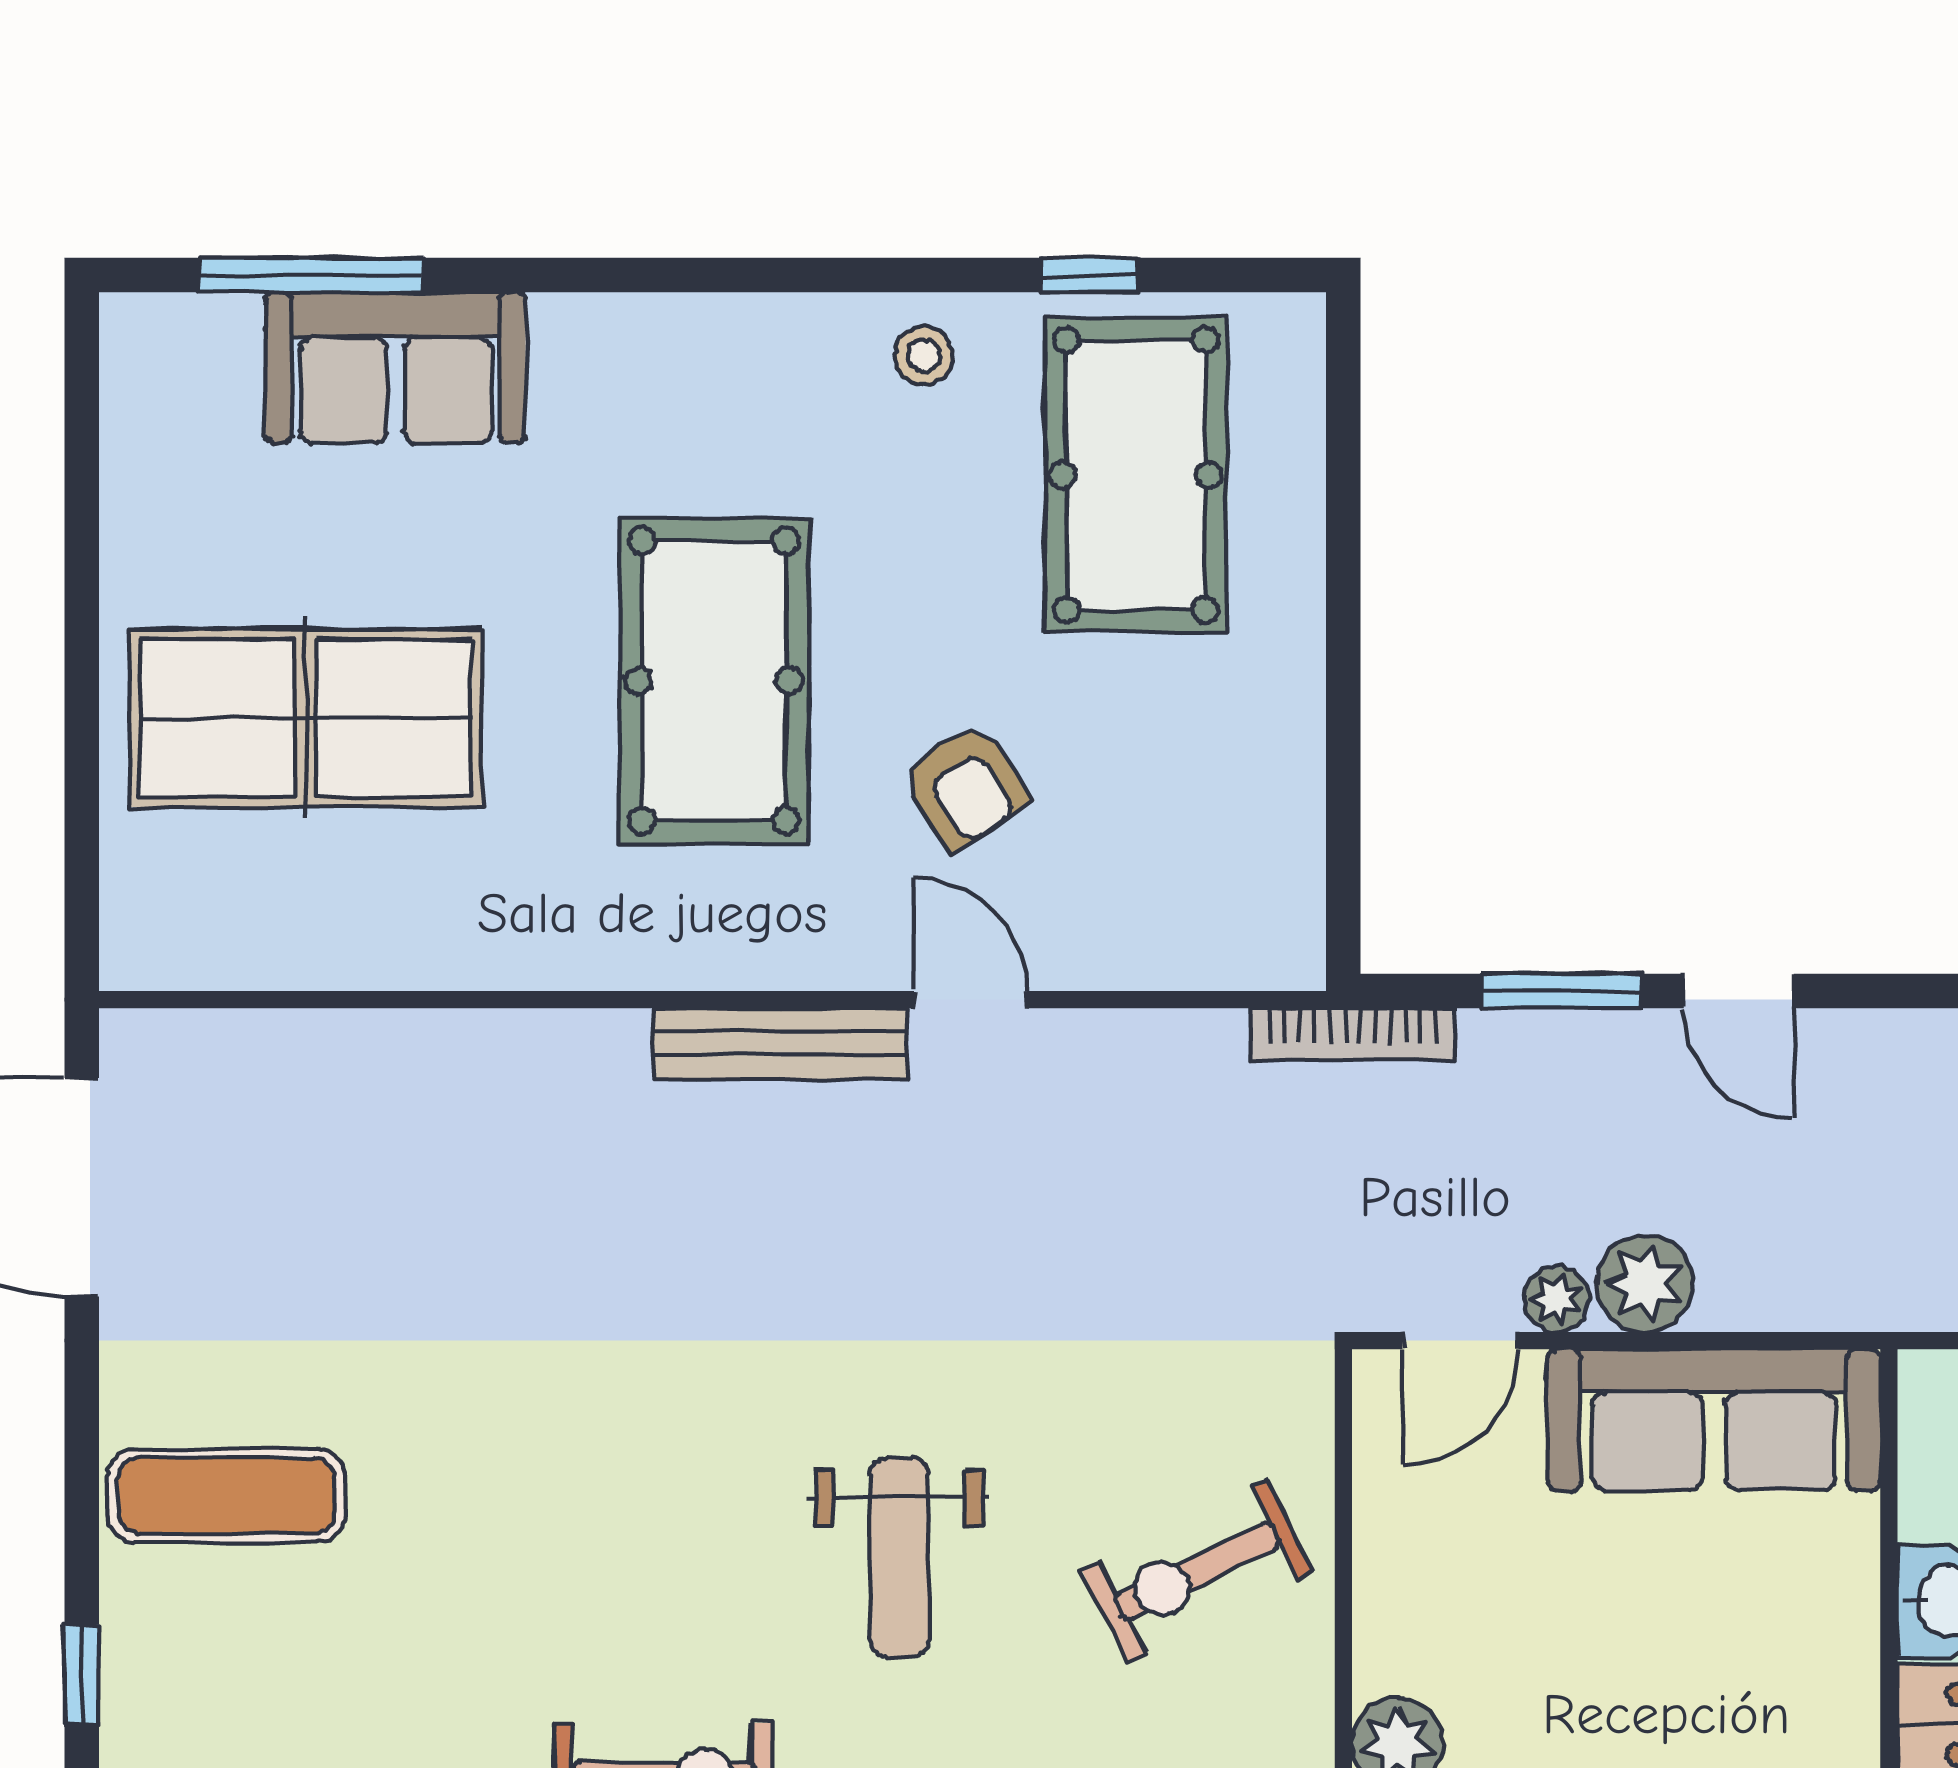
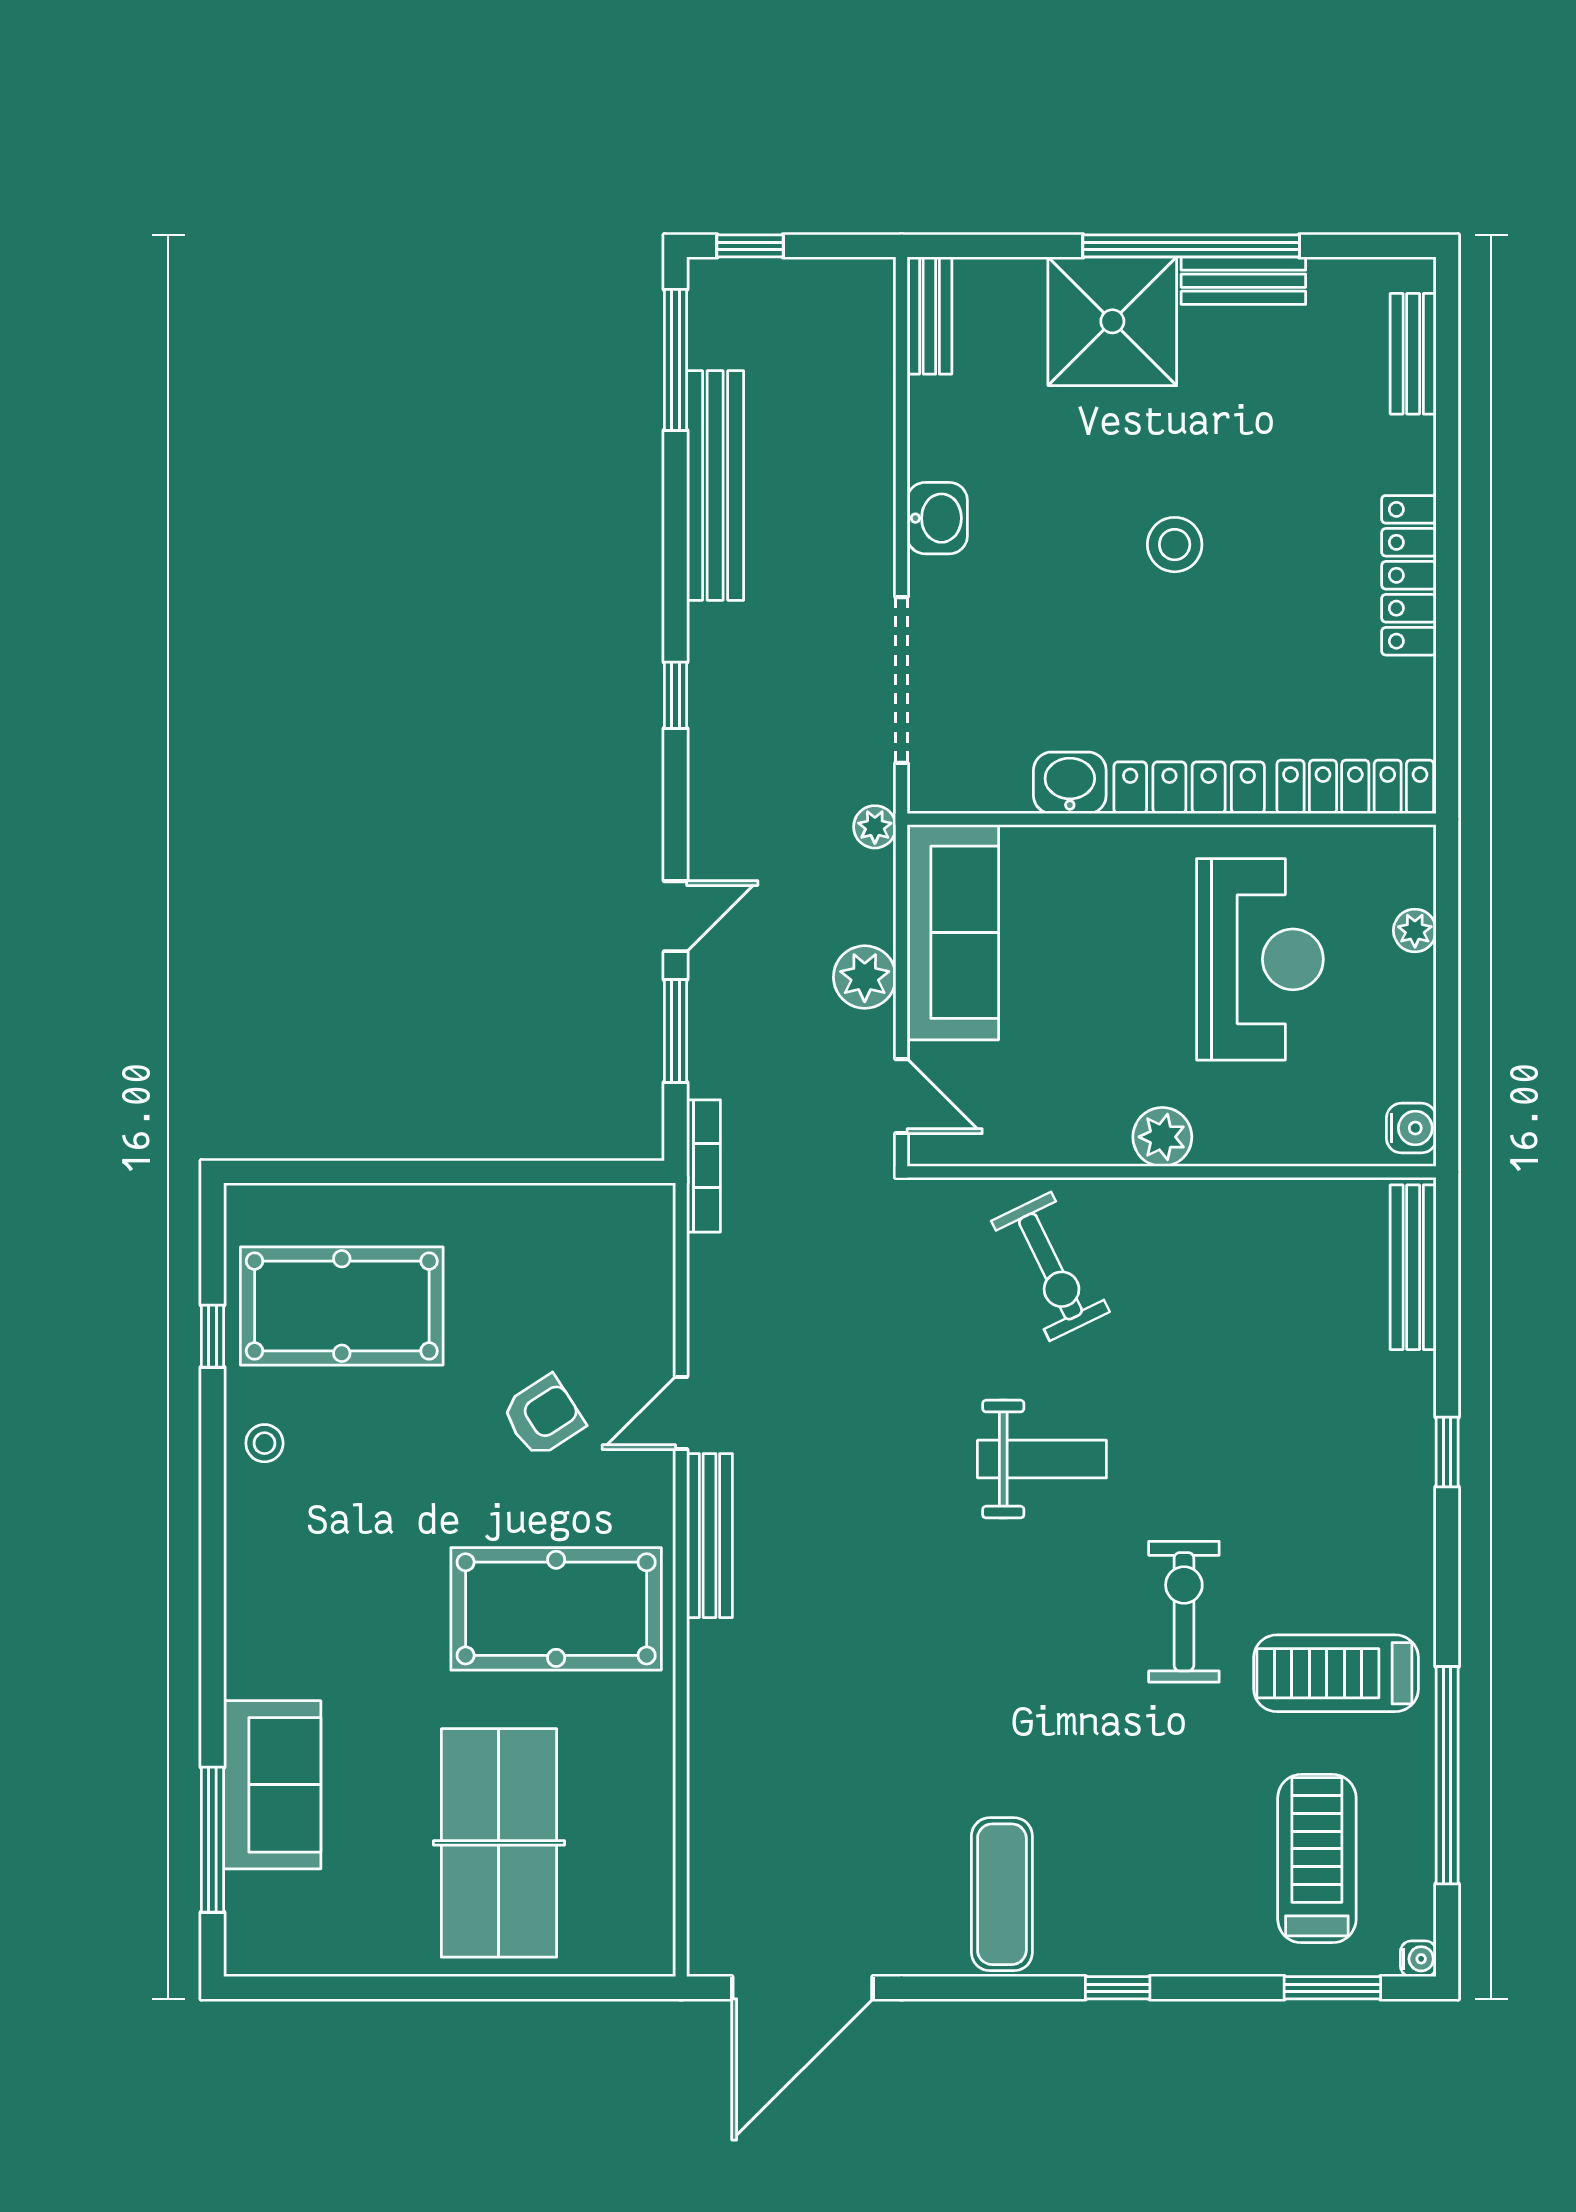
pool table: (714, 681) -> (556, 1609), moved
plant: (1557, 1299) -> (875, 827), moved

